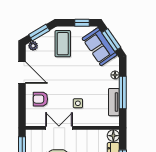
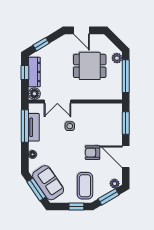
window: (82, 23) -> (76, 207), moved
window: (123, 92) -> (25, 126), moved
armchair: (40, 99) -> (92, 153), moved, turned 180
window: (22, 106) -> (126, 123), added
double door: (59, 128) -> (57, 101), moved

